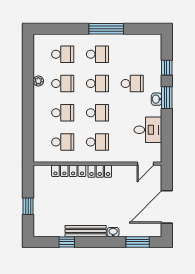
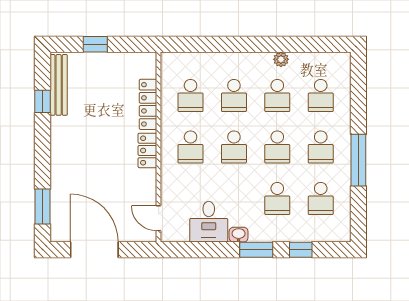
school desk: (132, 54) -> (321, 198), added
washbasin: (157, 99) -> (239, 235), moved
bench: (86, 231) -> (59, 85), moved
washbasin: (113, 232) -> (57, 170), removed

